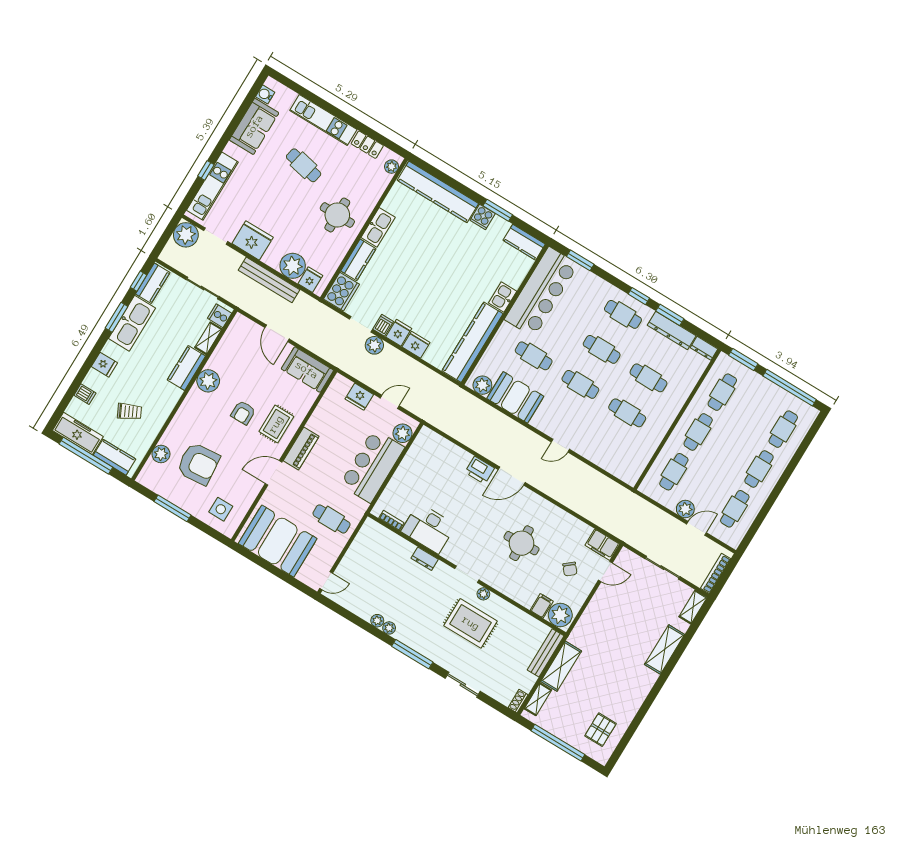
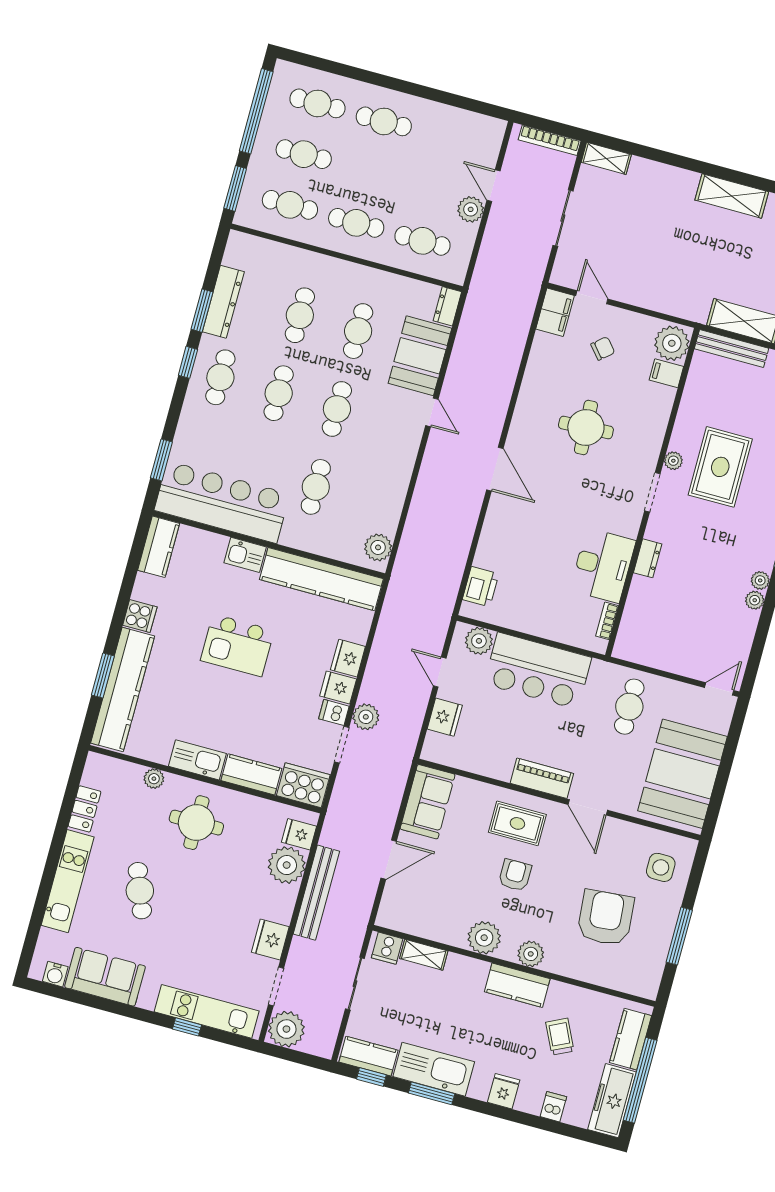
cafe table: (304, 165) -> (140, 891), turned -33
plant: (392, 167) -> (154, 779), moved
window: (498, 210) -> (103, 675), moved
fridge: (253, 240) -> (270, 940), width x0.73, depth x0.75
kitchen island: (445, 275) -> (237, 645), added
dresser: (704, 348) -> (447, 306), moved, turned 180
kitchen counter: (186, 368) -> (517, 985), moved
booth: (515, 397) -> (420, 356), moved
armchair: (243, 413) -> (515, 875), turned -90
plant: (161, 454) -> (531, 954), moved
printer: (480, 470) -> (481, 587), moved
cafe table: (735, 509) -> (304, 154), moved
door: (326, 581) -> (719, 689), hinge flipped
shelving: (665, 650) -> (732, 196), moved

